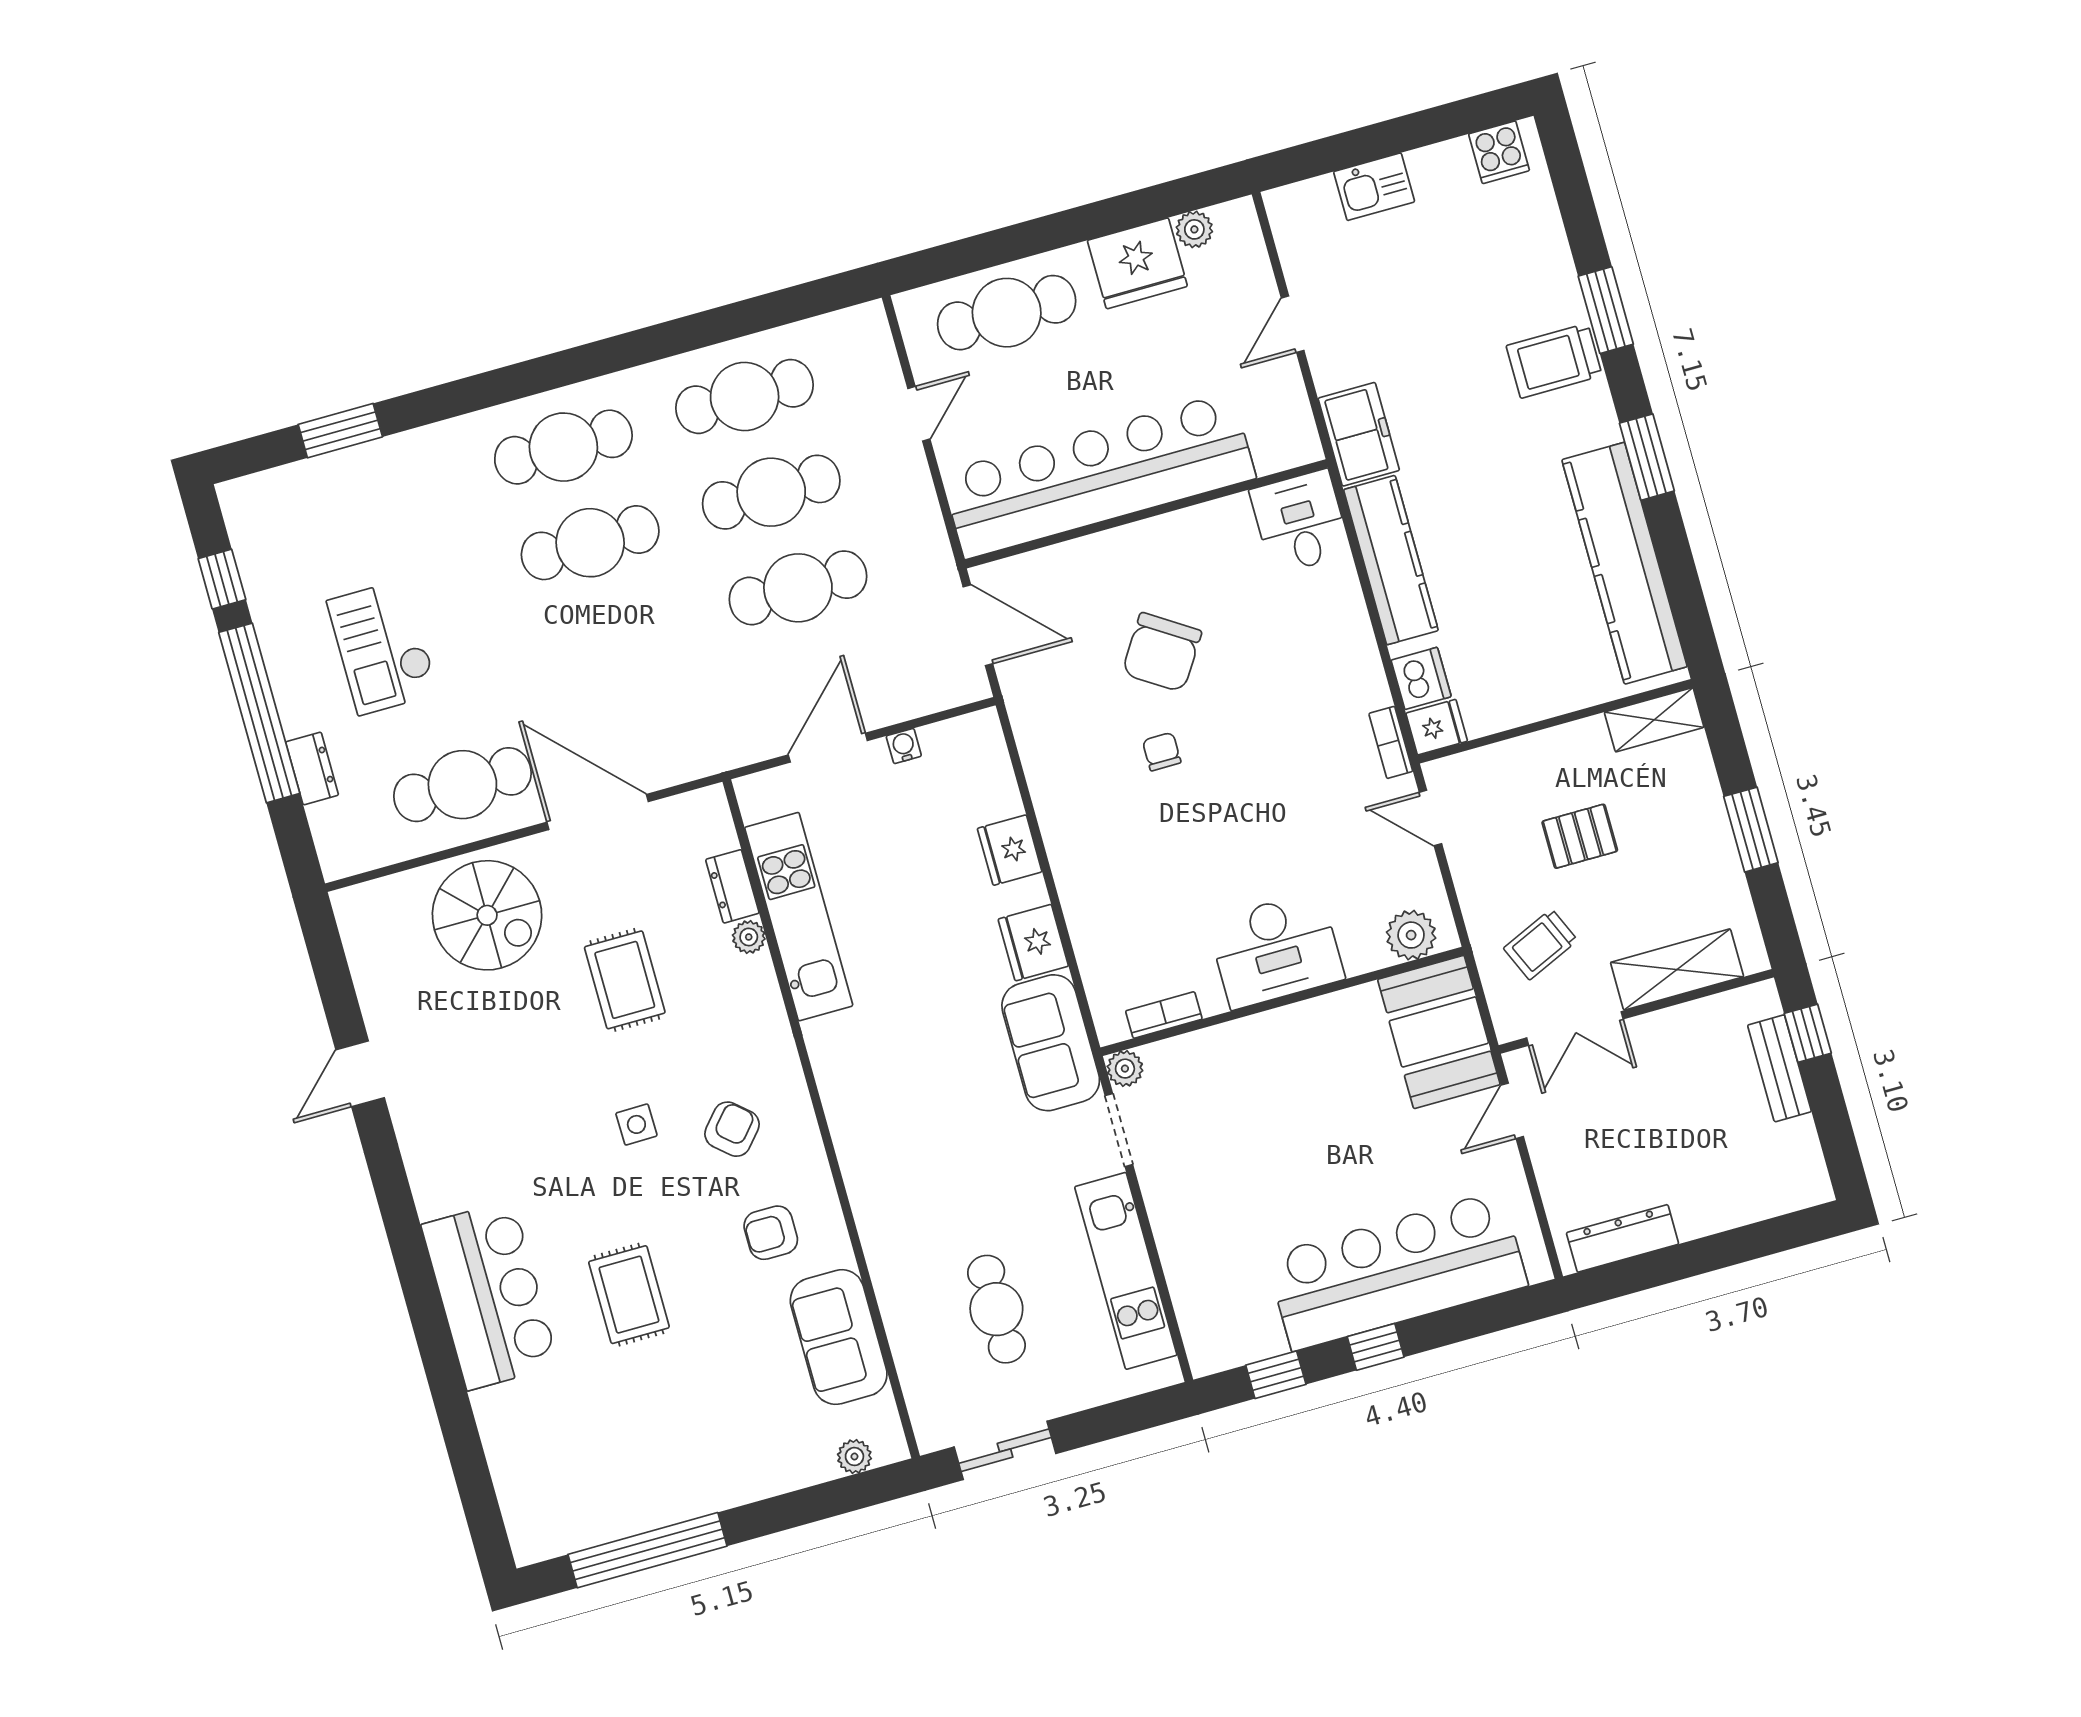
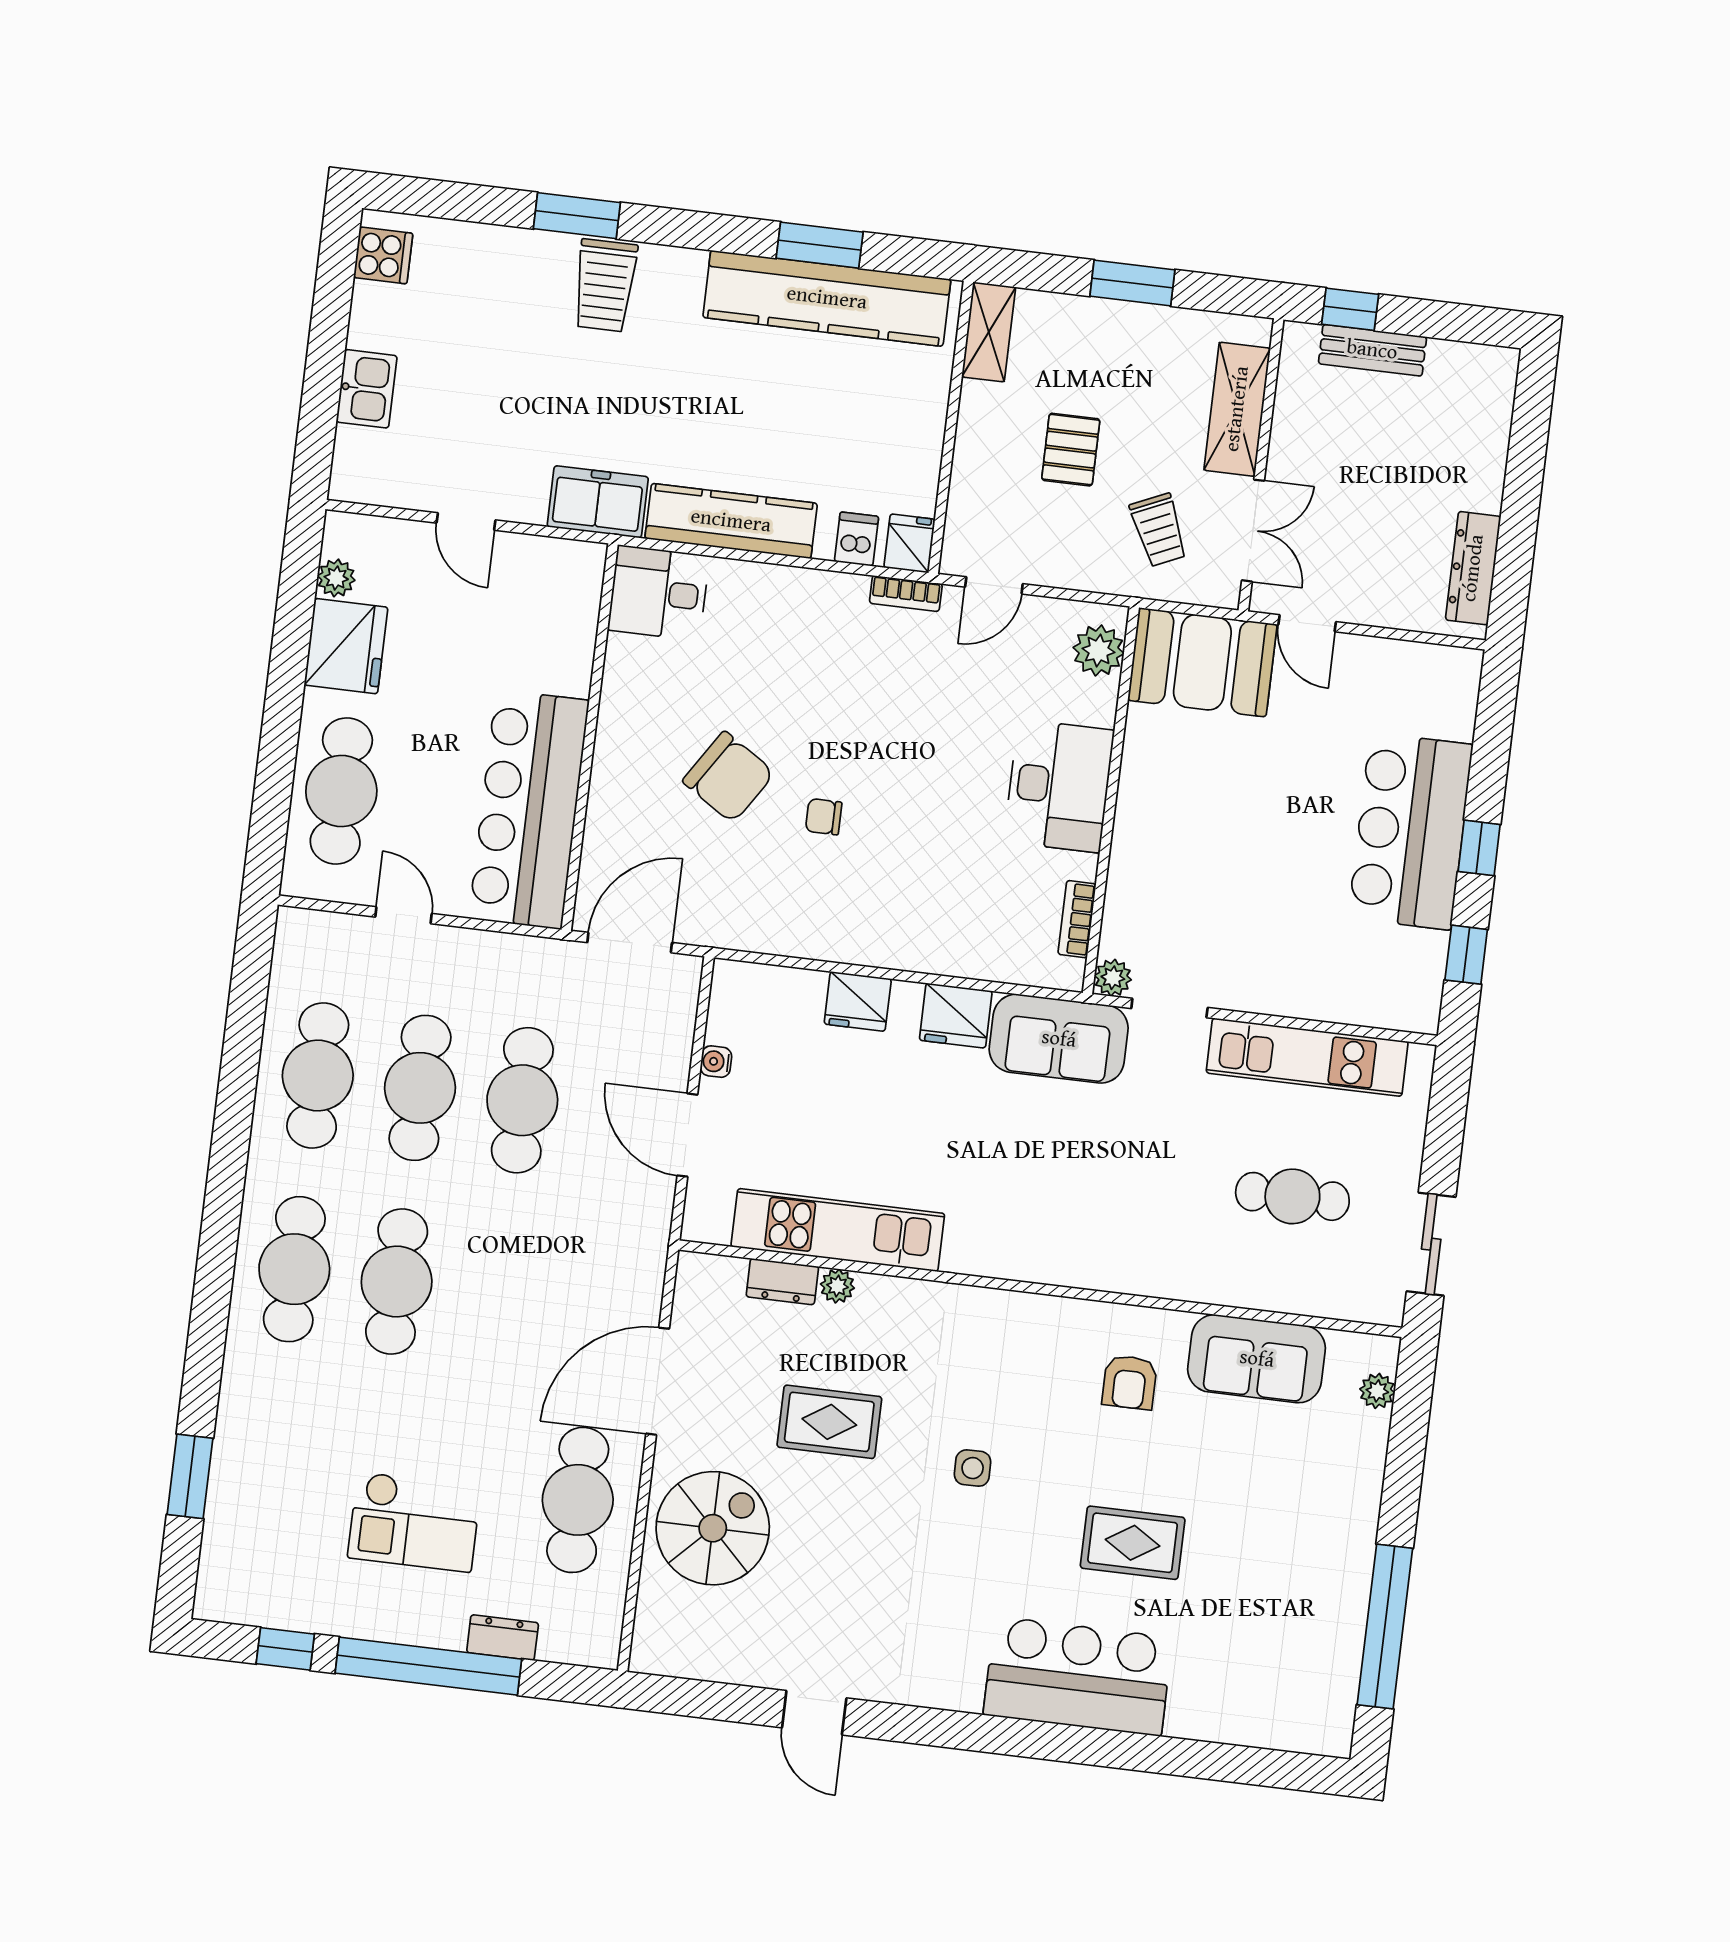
window: (1647, 457) -> (820, 245), moved
bar counter: (1098, 475) -> (529, 809), width x0.73
dishwasher: (1421, 678) -> (856, 539), width x0.73
armchair: (732, 1129) -> (1015, 1378), removed
bar counter: (1397, 1271) -> (1411, 831), width x0.73

